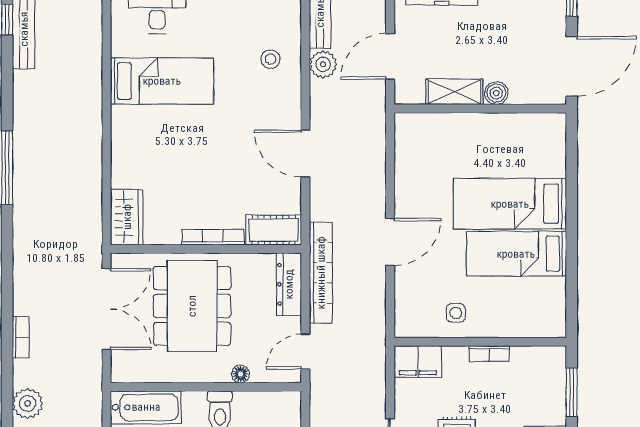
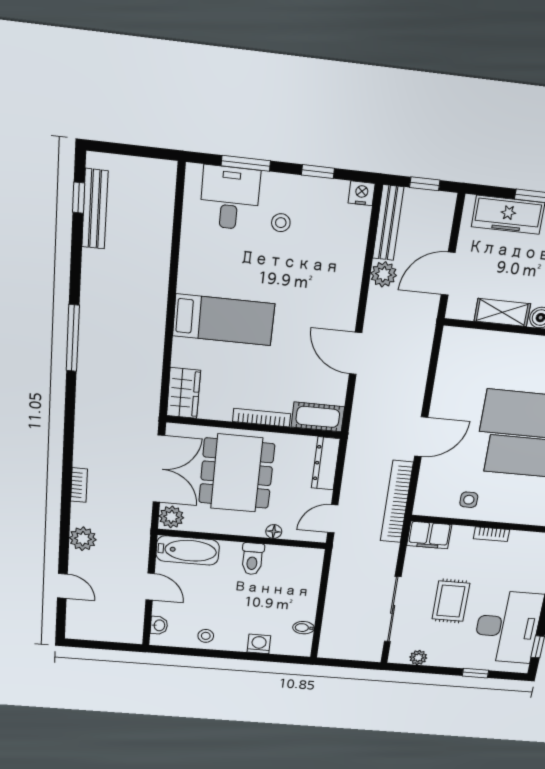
stool: (271, 59) -> (281, 223), moved
bed: (162, 81) -> (223, 320), moved
bookcase: (321, 273) -> (397, 502), moved, turned 180
plant: (124, 367) -> (171, 517), added

